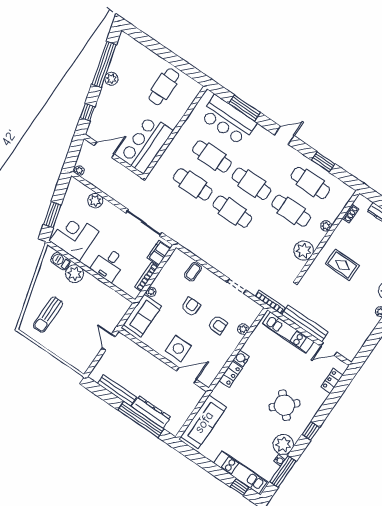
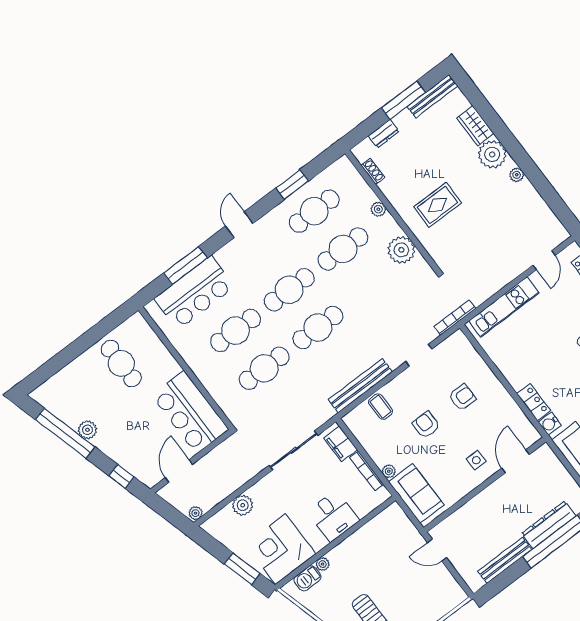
plant: (75, 274) -> (323, 564), width x0.53, depth x0.53
bench: (305, 323) -> (360, 386), moved
plant: (243, 329) -> (479, 365), removed
side table: (178, 348) -> (476, 460), width x0.54, depth x0.54
water cooler: (241, 358) -> (550, 424), moved

